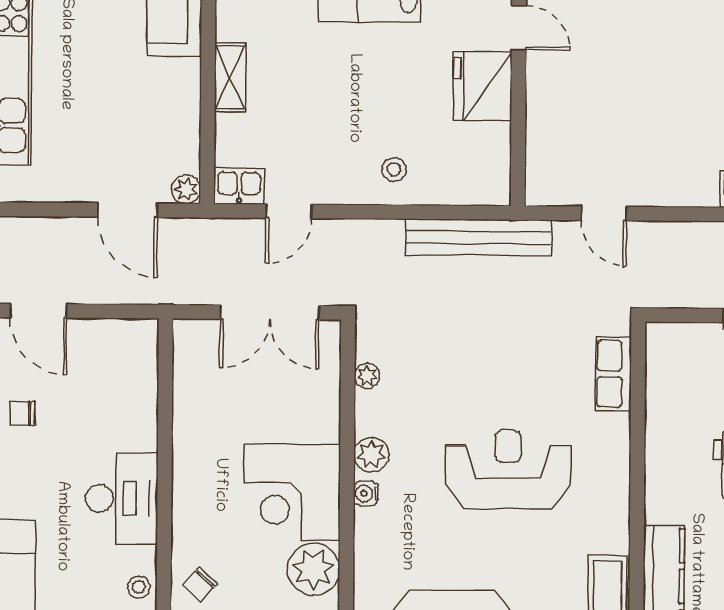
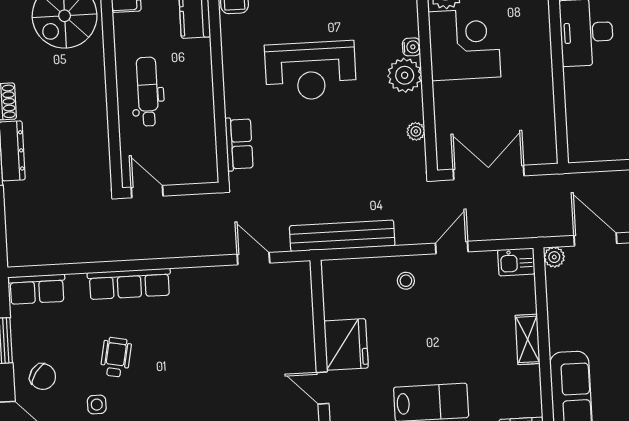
door: (289, 211) -> (452, 248), moved
plant: (371, 455) -> (405, 75), width x1.36, depth x1.36

